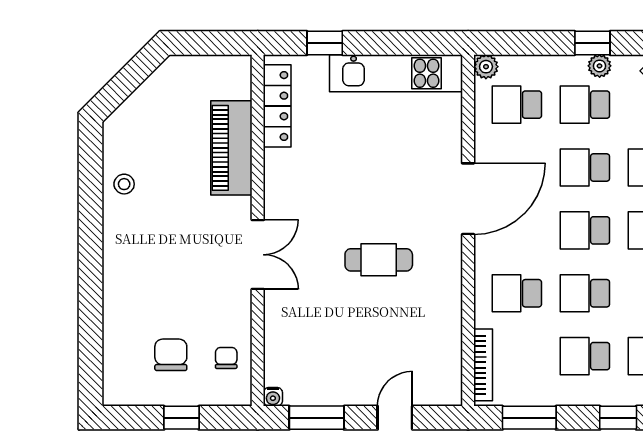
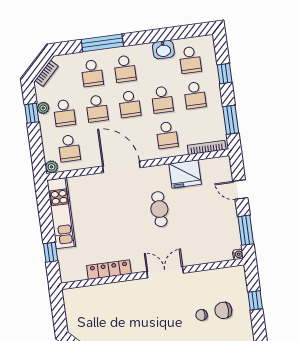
locker: (277, 106) -> (109, 270), moved
piano: (231, 148) -> (112, 293), removed
fridge: (439, 317) -> (185, 174), added
chair: (226, 358) -> (202, 315), moved

